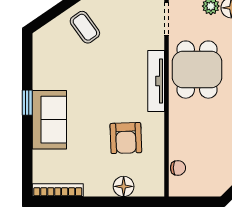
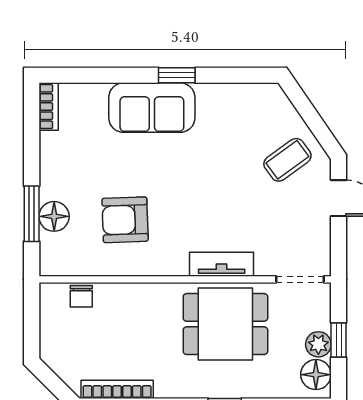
tv unit: (156, 81) -> (222, 264), width x0.71
bookcase: (58, 190) -> (49, 107), width x0.64
window: (122, 202) -> (32, 214), added

